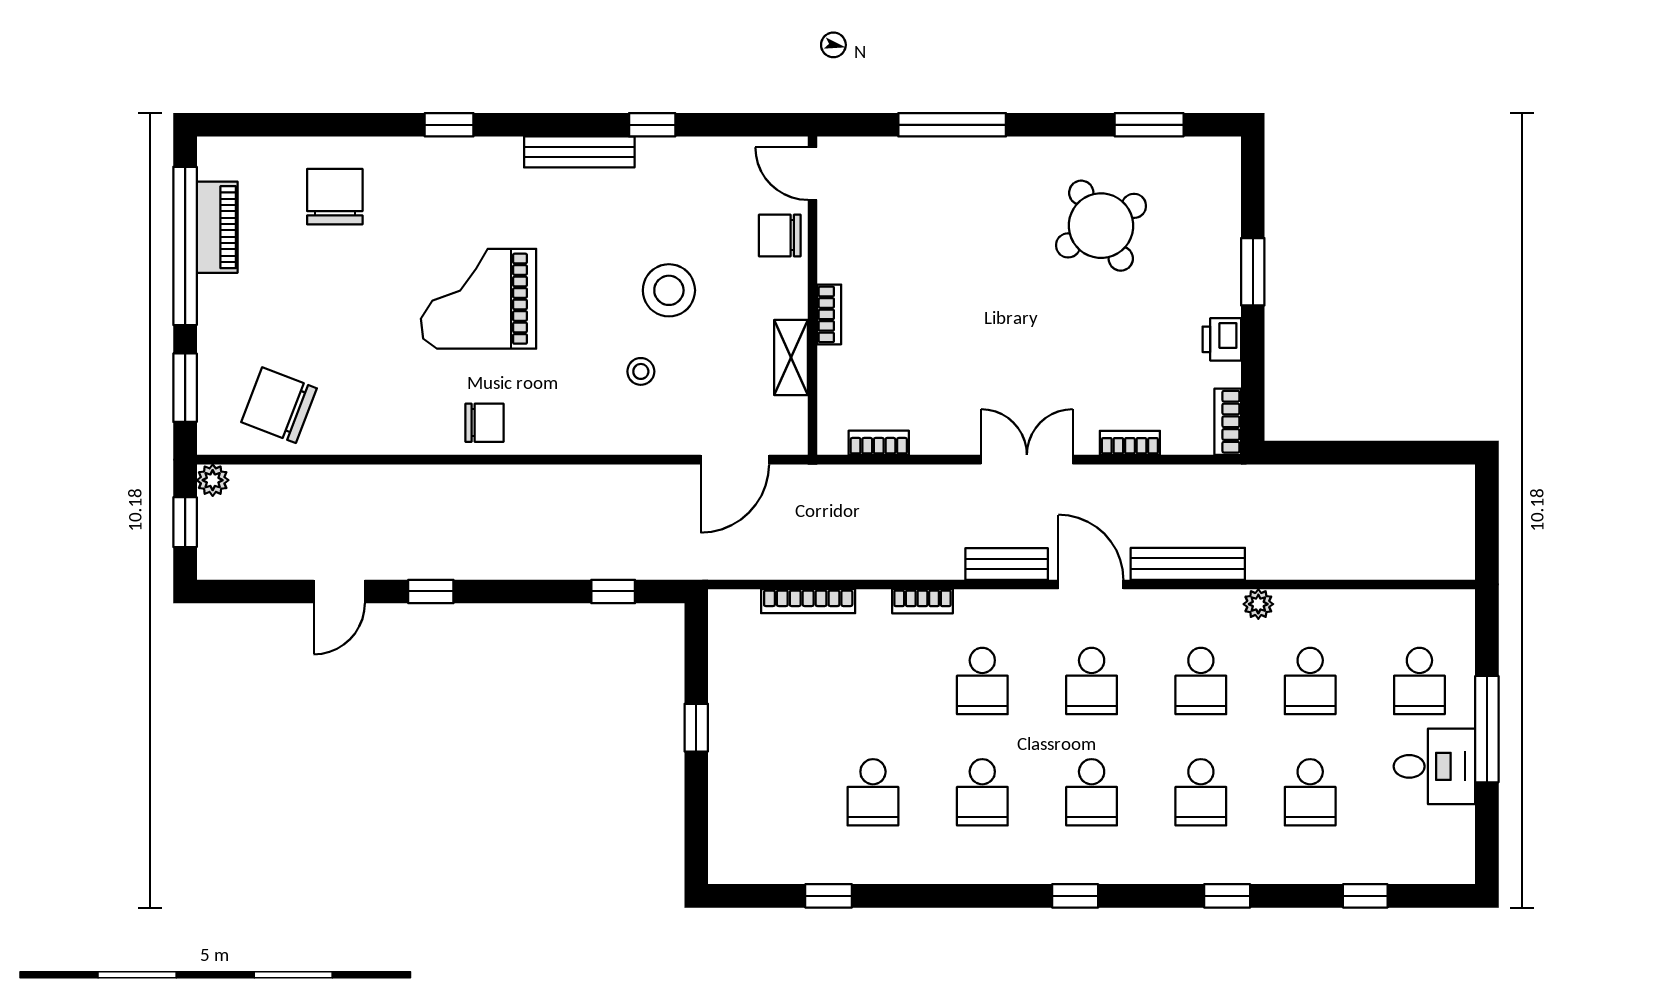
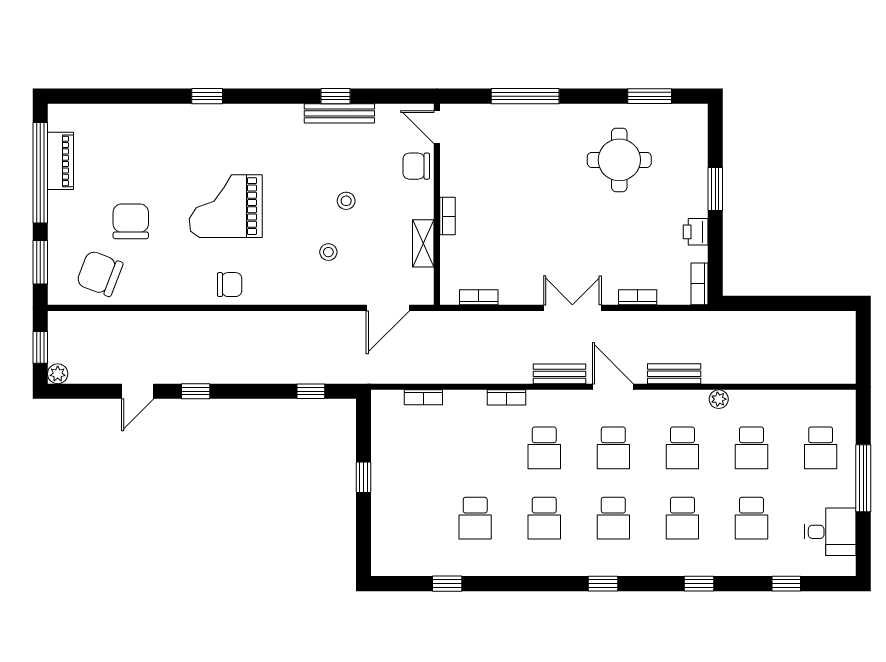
bench: (579, 152) -> (339, 113), moved
chair: (335, 197) -> (131, 221), moved
round table: (1101, 226) -> (619, 160), turned 31
stool: (669, 290) -> (346, 201), width x0.53, depth x0.53
plant: (213, 480) -> (58, 374), moved
bench: (1188, 564) -> (674, 374), width x0.73
bookcase: (808, 601) -> (423, 397), width x0.64
desk: (1434, 766) -> (830, 532), moved

